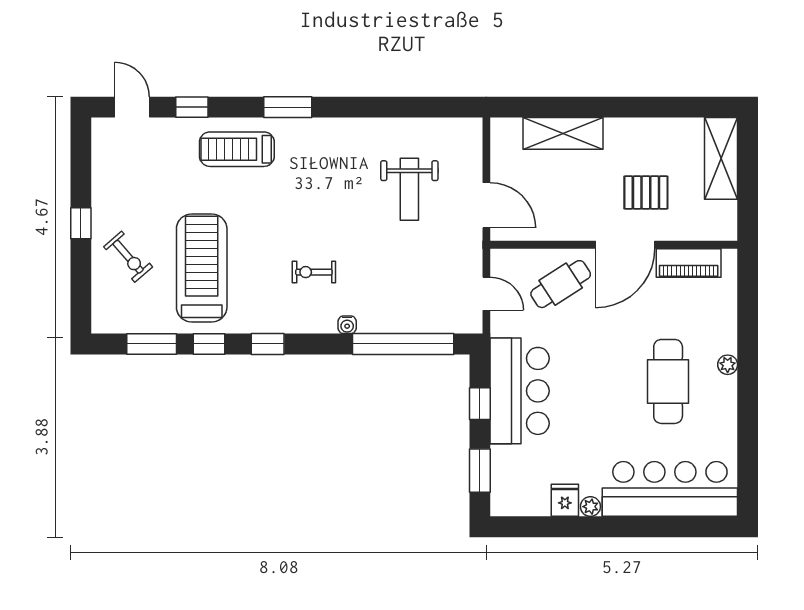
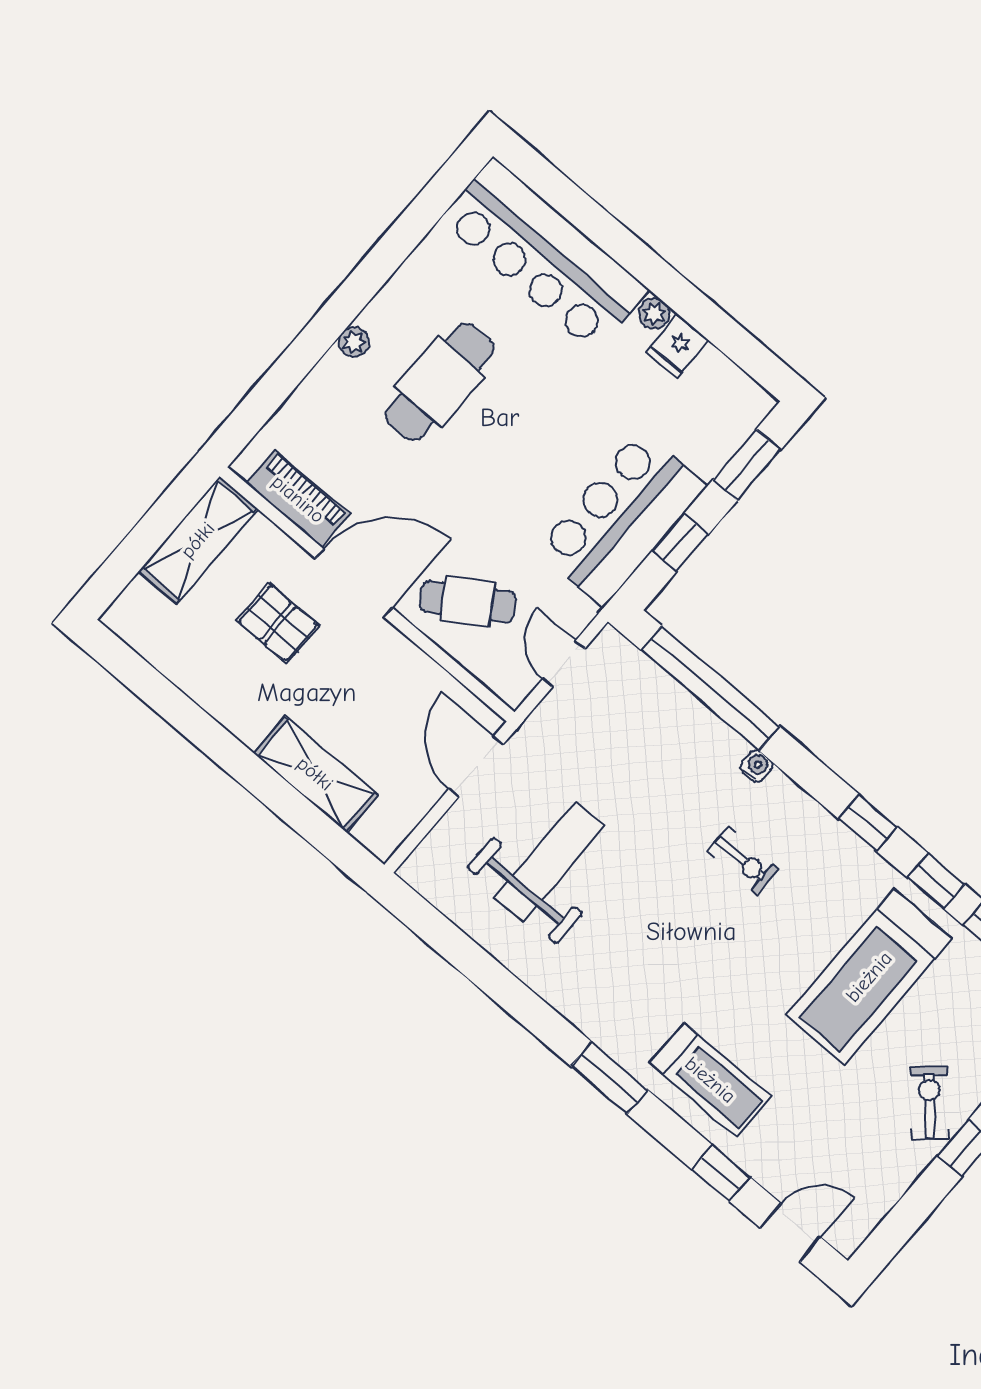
door: (132, 107) -> (790, 1233), swing flipped
shelving: (721, 158) -> (198, 540), moved
weight bench: (409, 189) -> (550, 862), width x1.36, depth x1.33
exercise bike: (128, 257) -> (929, 1103), moved

